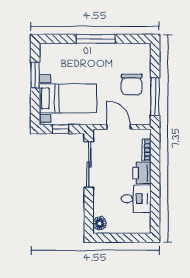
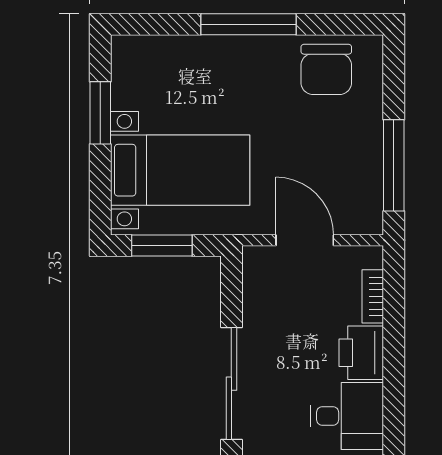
chair: (132, 84) -> (326, 69), moved
window: (60, 129) -> (162, 245), width x1.50
sliding door: (89, 165) -> (231, 384), moved

